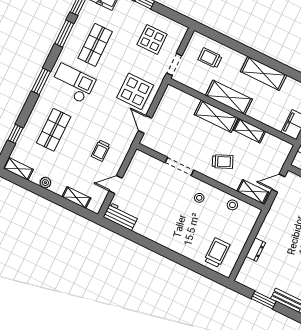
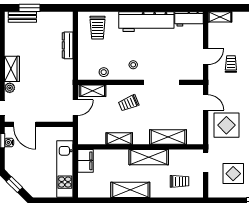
shelving: (216, 116) -> (168, 137), moved
doorway: (179, 166) -> (162, 82), width x1.36
door: (116, 185) -> (206, 57), moved
shelving: (76, 197) -> (220, 17), moved
workbench: (165, 235) -> (146, 22), added
dresser: (256, 250) -> (68, 45), width x1.44
window: (264, 300) -> (29, 8), moved

